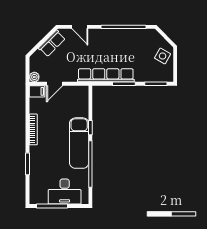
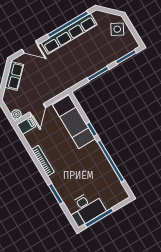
row of seats: (106, 75) -> (69, 34), moved, turned 180
exam couch: (79, 143) -> (74, 122), moved
desk: (65, 192) -> (86, 208), moved

